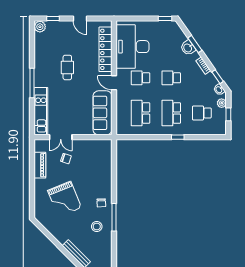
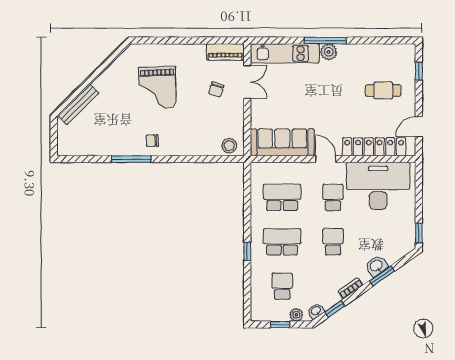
door: (80, 18) -> (419, 127), moved
plant: (40, 27) -> (329, 52), moved
cafe table: (67, 67) -> (383, 90), moved
door: (114, 83) -> (326, 159), hinge flipped
double door: (61, 137) -> (247, 82), swing flipped
piano: (40, 165) -> (225, 52), moved
grand piano: (65, 199) -> (158, 88), turned -70
stool: (97, 227) -> (229, 146), moved

